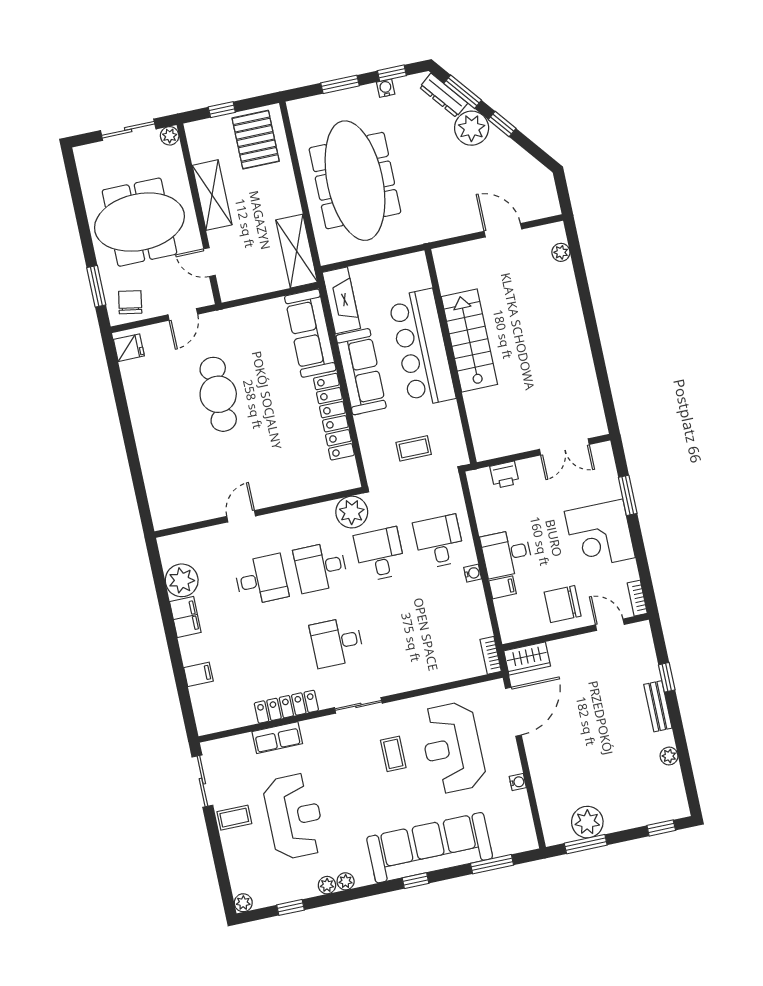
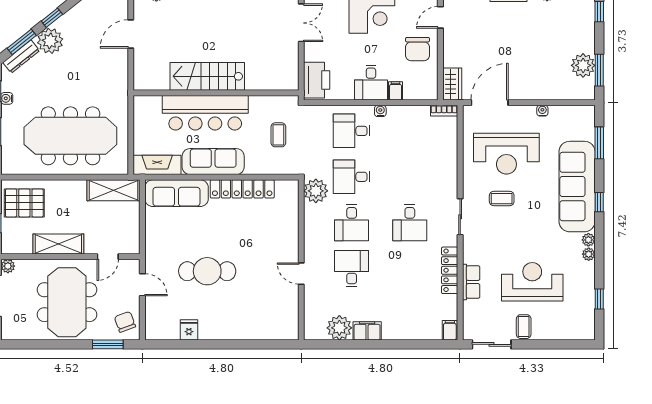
chair: (130, 302) -> (125, 322), turned 60
fridge: (129, 348) -> (189, 330), moved
printer: (504, 475) -> (317, 80), width x1.87, depth x1.48
filing cabinet: (198, 674) -> (450, 330), moved
door: (513, 712) -> (490, 103), hinge flipped
plant: (327, 885) -> (588, 240), moved
plant: (243, 903) -> (588, 333), removed

